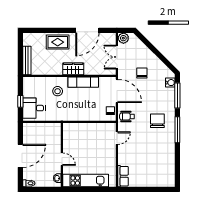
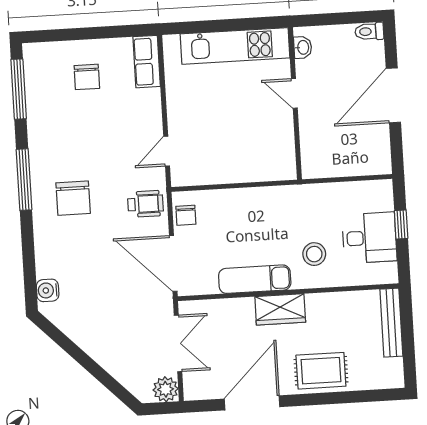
chair: (142, 73) -> (87, 77), moved
window: (177, 95) -> (19, 89), moved
desk: (34, 108) -> (369, 238), moved

